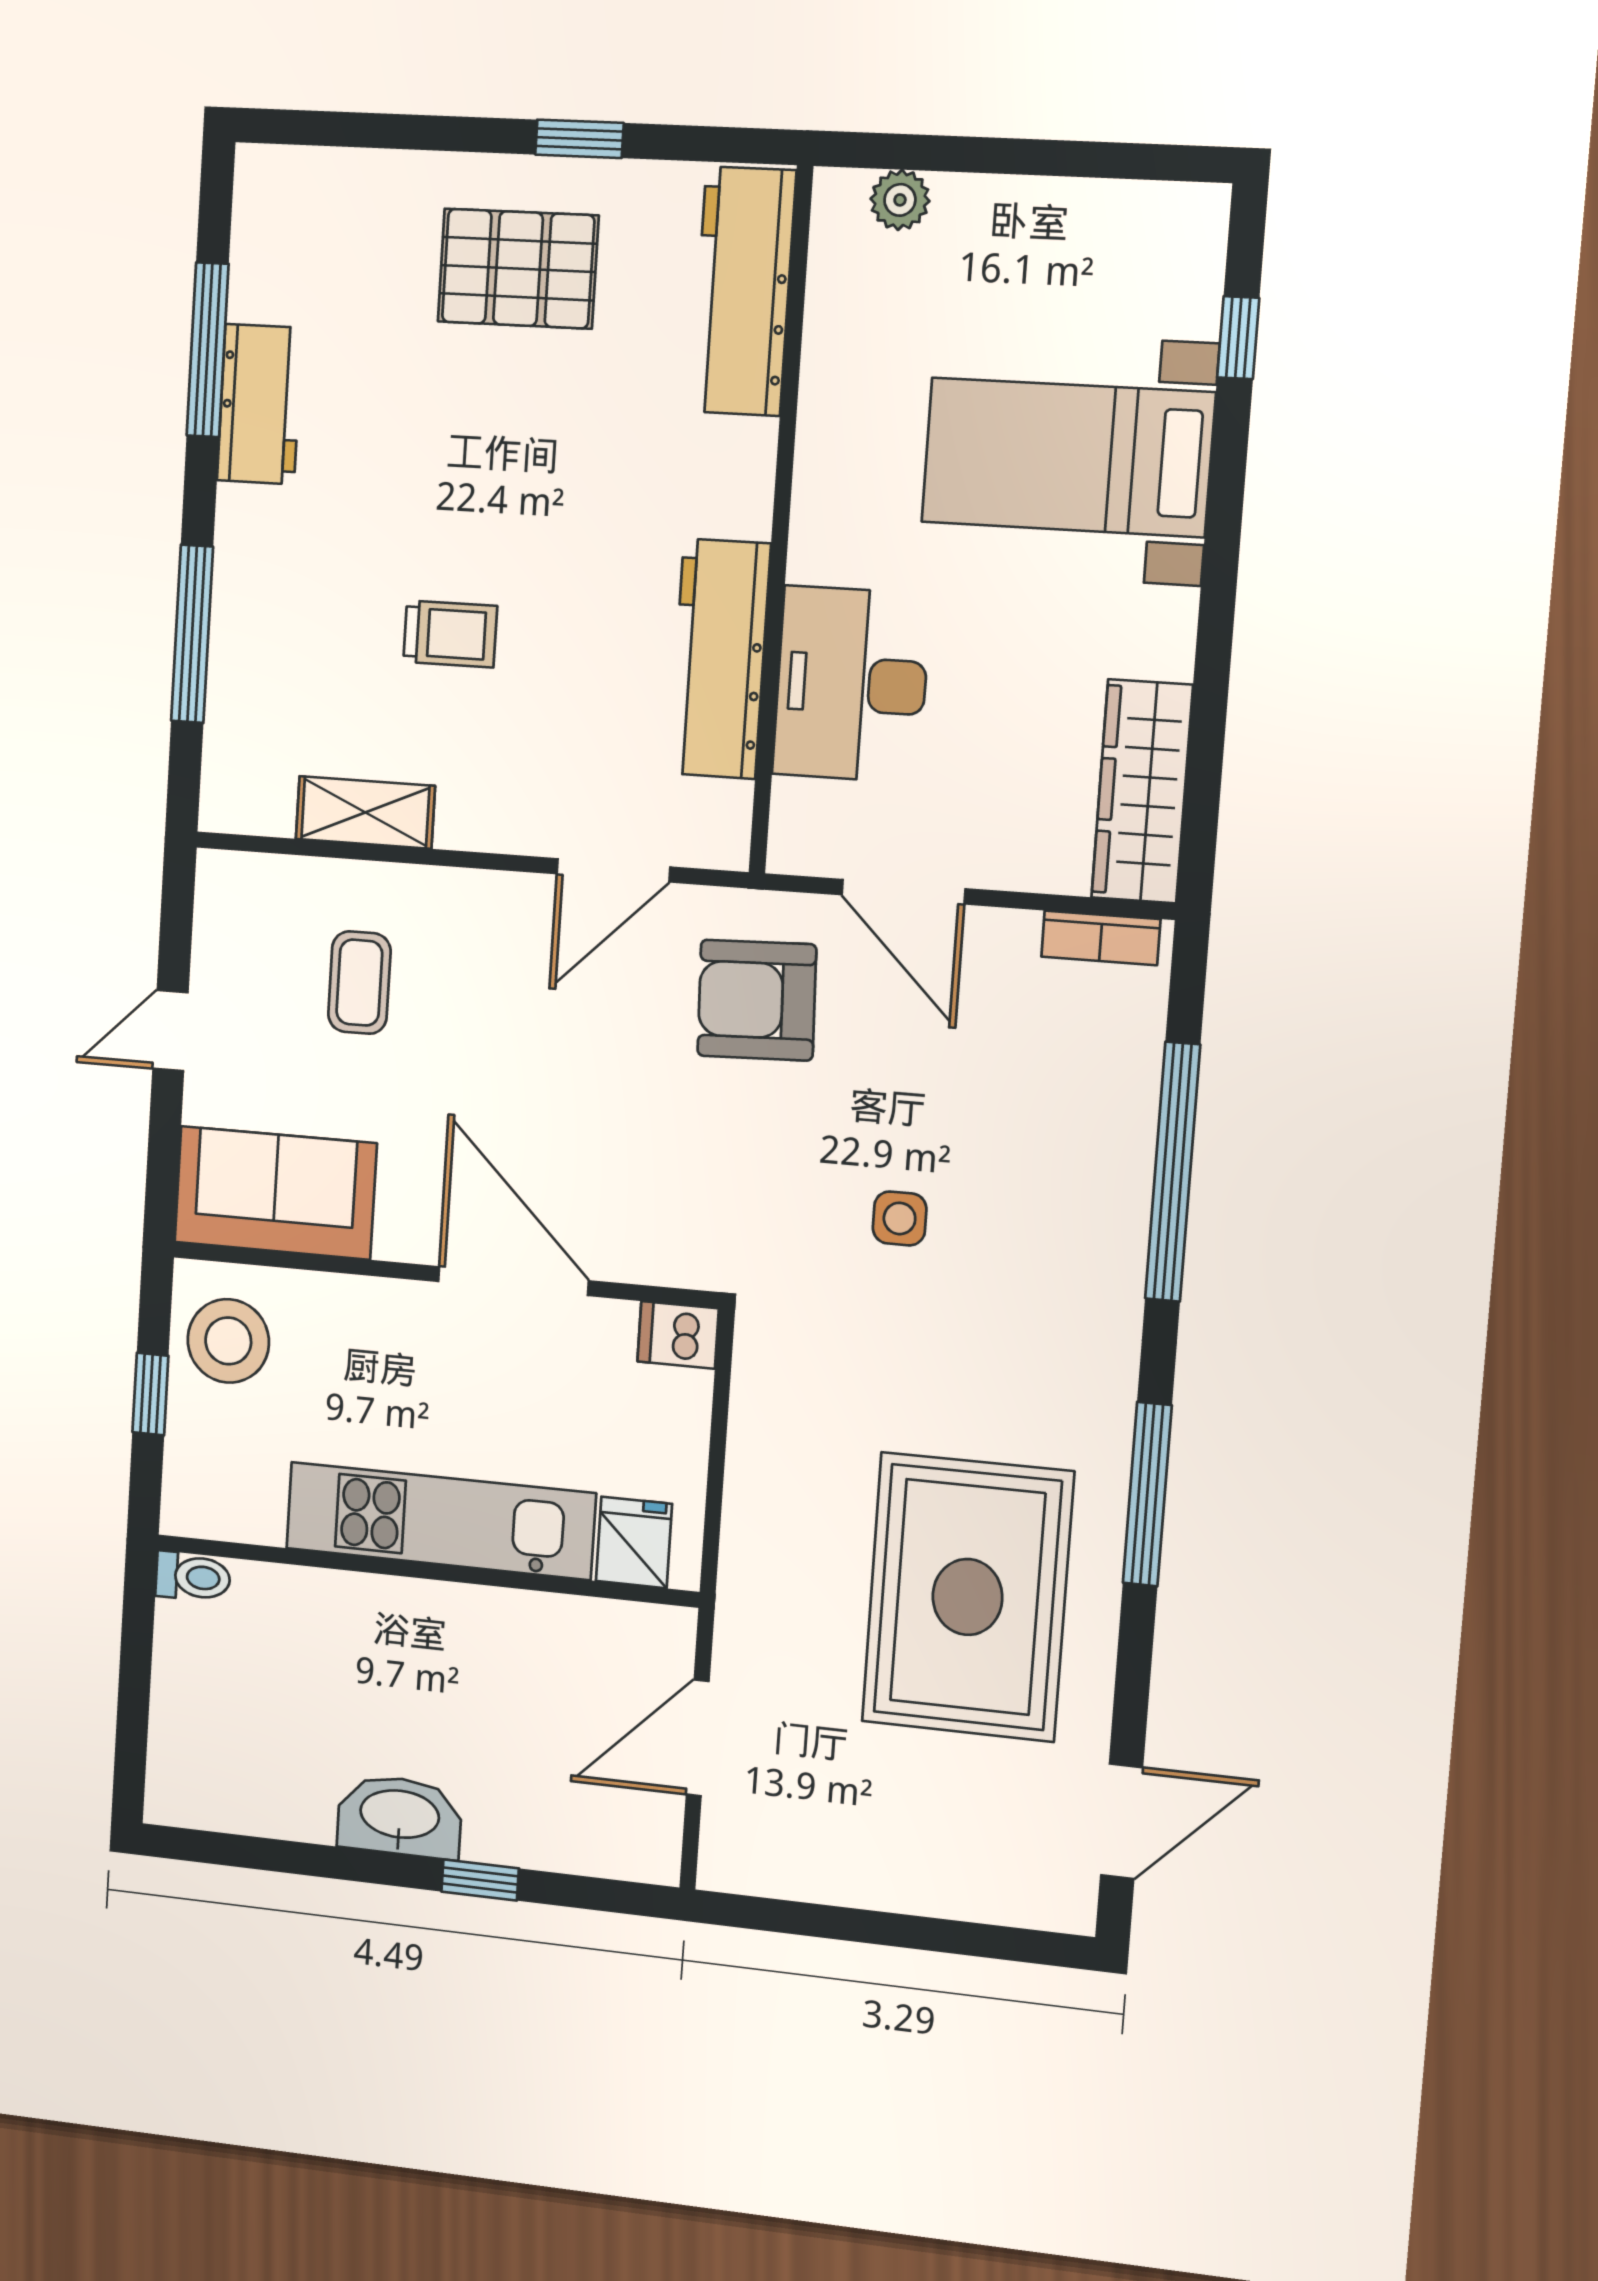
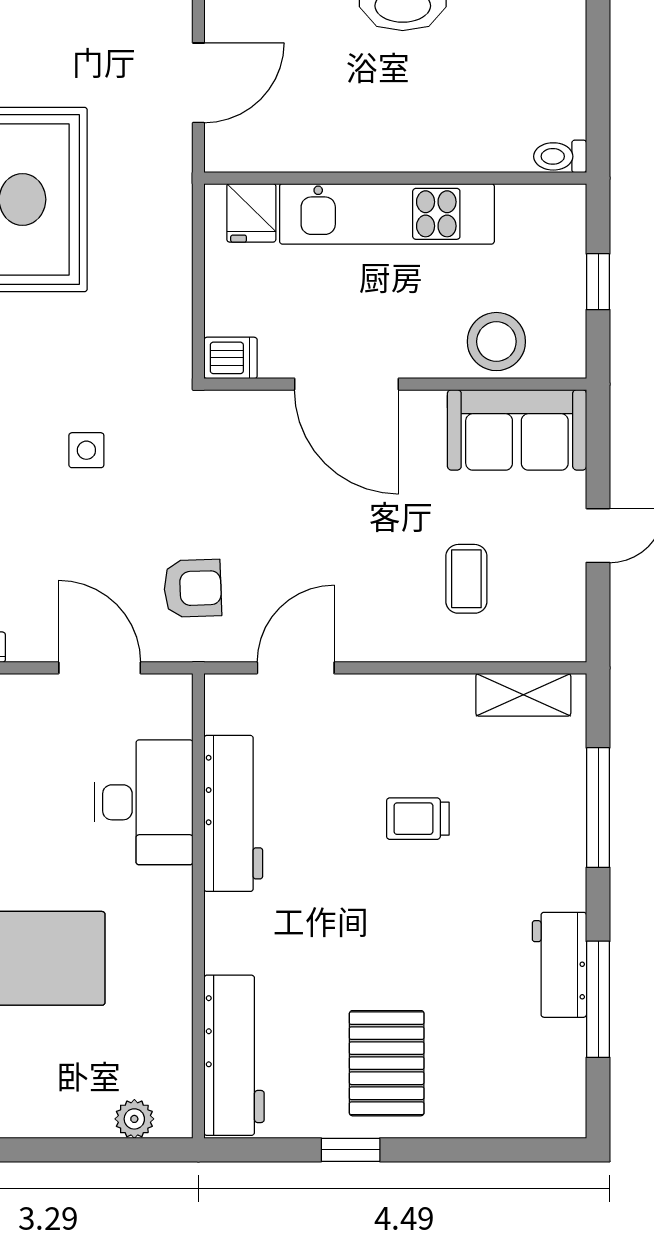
pallet: (518, 269) -> (387, 1063), turned 90
shelving: (365, 812) -> (523, 695), moved
armchair: (757, 1000) -> (193, 588), width x0.72, depth x0.72
stool: (228, 1341) -> (496, 342), moved

